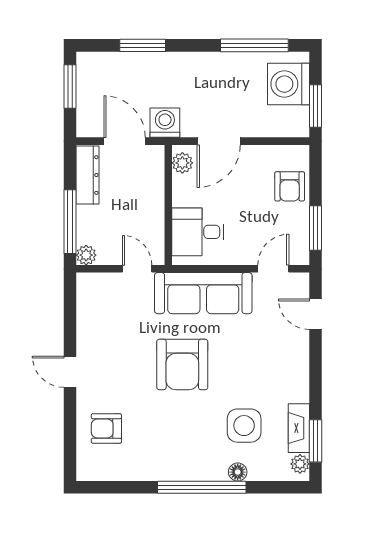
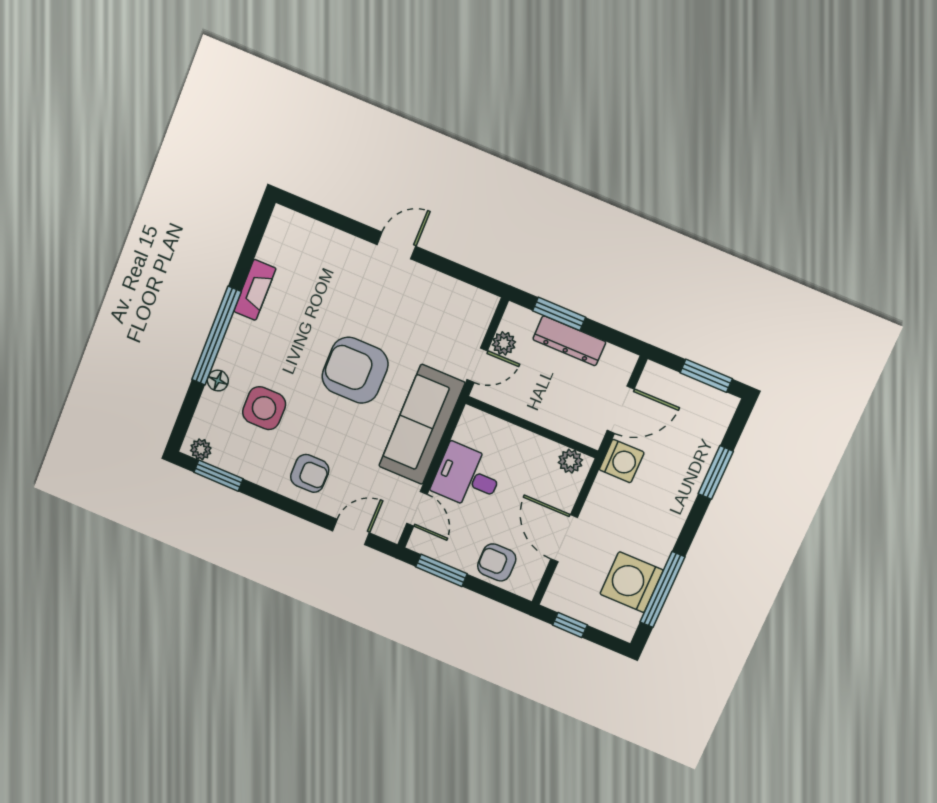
washing machine: (289, 84) -> (632, 582), moved, turned -90
window: (315, 106) -> (570, 625), width x0.67
door: (219, 141) -> (564, 538), moved
dresser: (88, 175) -> (569, 341), moved
window: (70, 222) -> (559, 314), width x0.69
desk: (198, 232) -> (467, 477), moved, turned -90
plant: (86, 255) -> (504, 343), moved
armchair: (106, 428) -> (310, 473), moved, turned 90
fireplace: (299, 428) -> (255, 290), moved, turned 90

